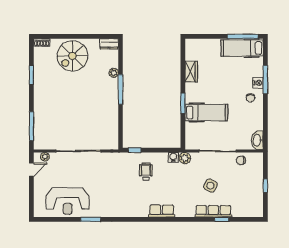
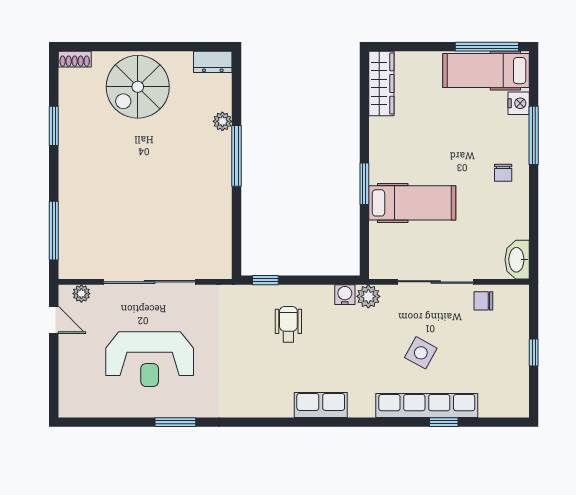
wardrobe: (191, 72) -> (381, 84), moved, width x1.50
nightstand: (258, 83) -> (519, 103), moved
door: (31, 170) -> (54, 320), hinge flipped
reception desk: (68, 201) -> (150, 359), moved
row of seats: (213, 211) -> (427, 406), width x1.36

